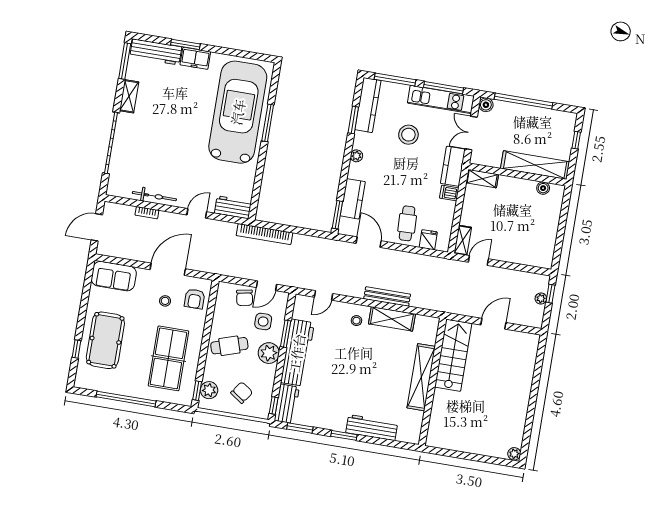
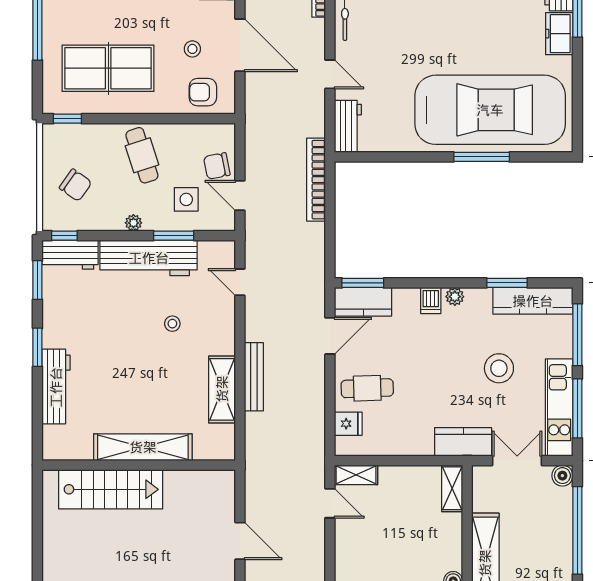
dishwasher: (449, 193) -> (431, 300), moved, turned 180
kitchen counter: (353, 199) -> (363, 302), moved
stool: (356, 321) -> (172, 324), moved
plant: (269, 353) -> (133, 223), width x0.53, depth x0.53
stairs: (453, 355) -> (111, 489), moved
plant: (209, 390) -> (71, 136), removed

